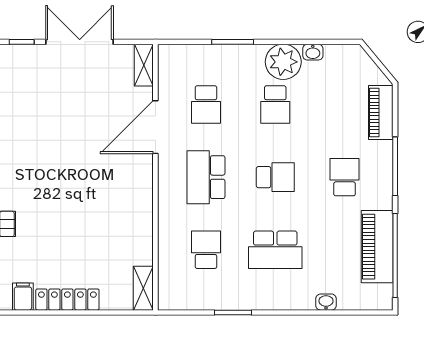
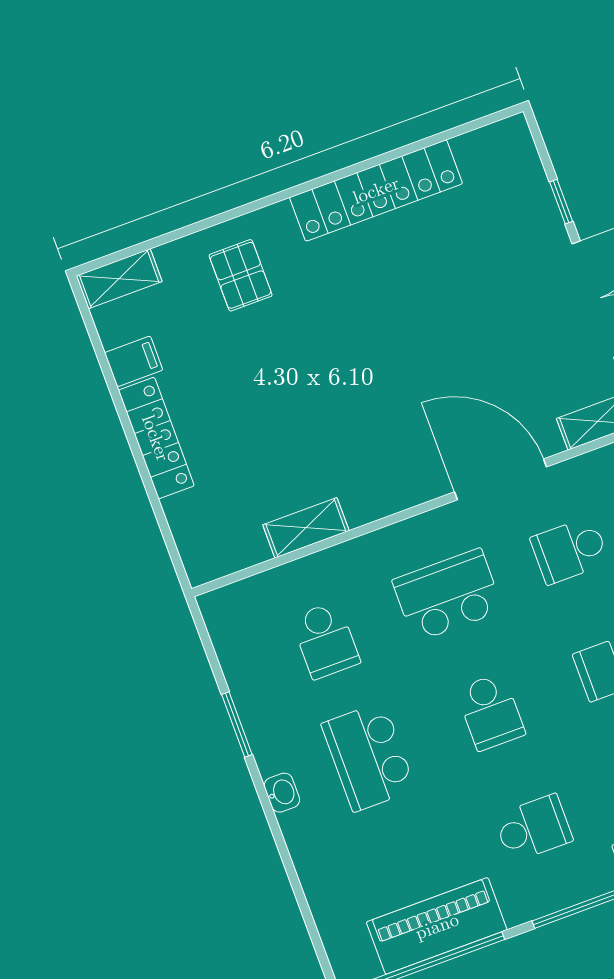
school desk: (206, 250) -> (326, 640), turned 90
shelving: (143, 288) -> (306, 528), moved
washbasin: (326, 302) -> (282, 793), moved

